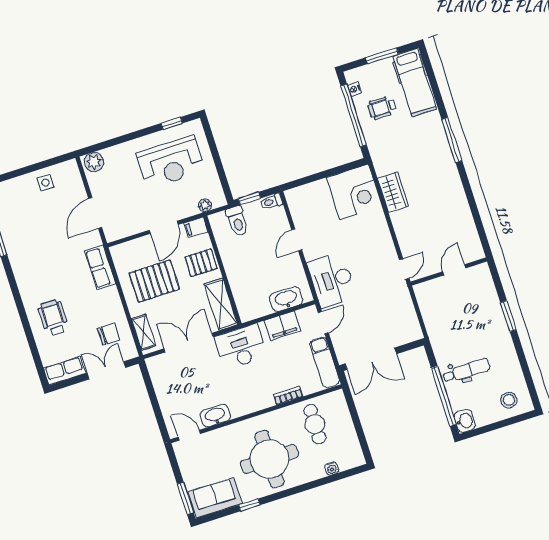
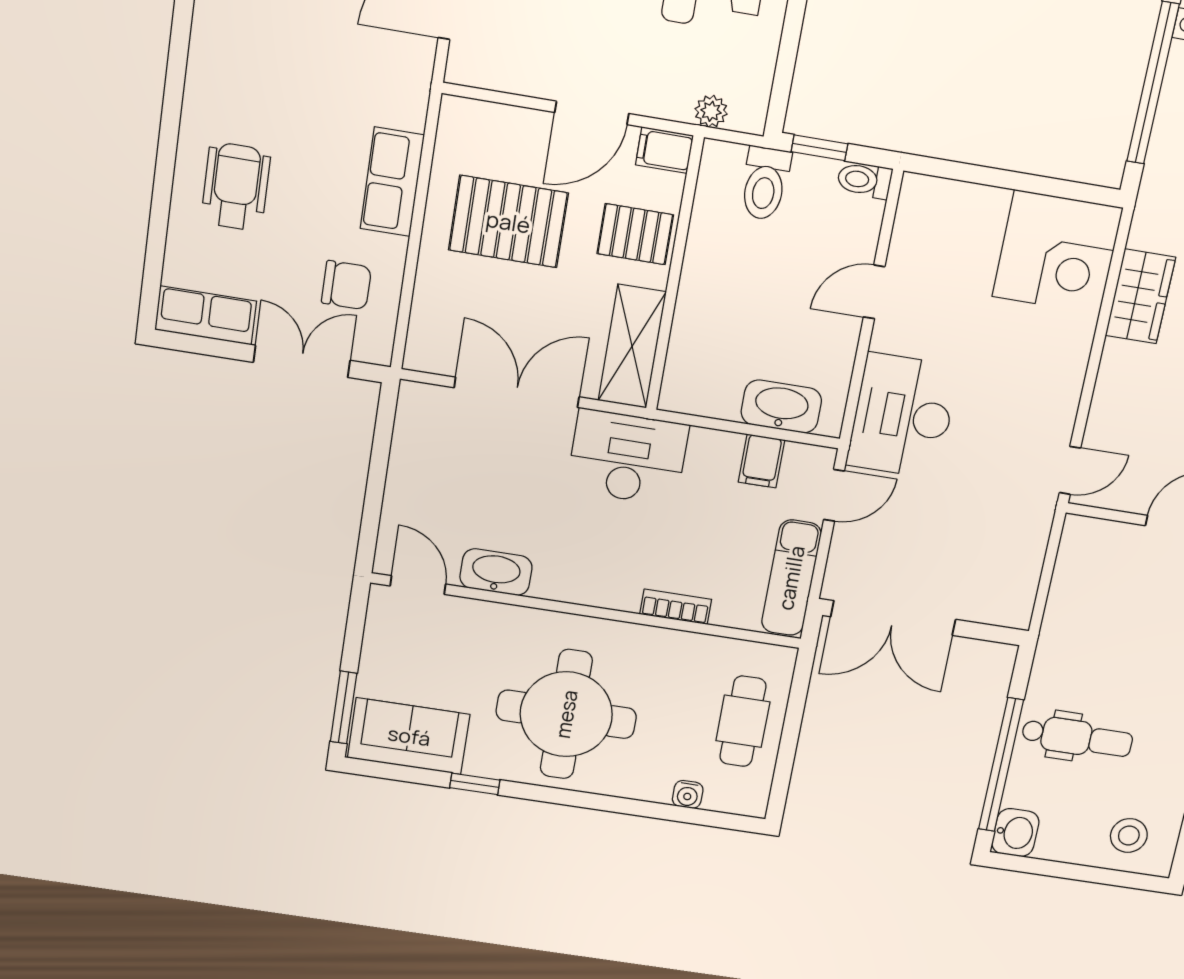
row of seats: (100, 267) -> (392, 182), moved
filing cabinet: (282, 326) -> (761, 461), width x0.50
shelving: (144, 332) -> (427, 321), removed
cafe table: (315, 424) -> (743, 721), moved

